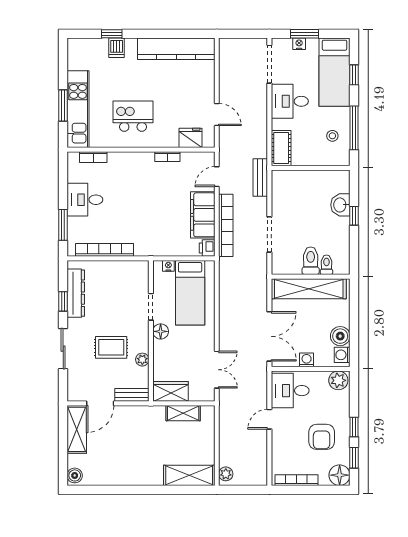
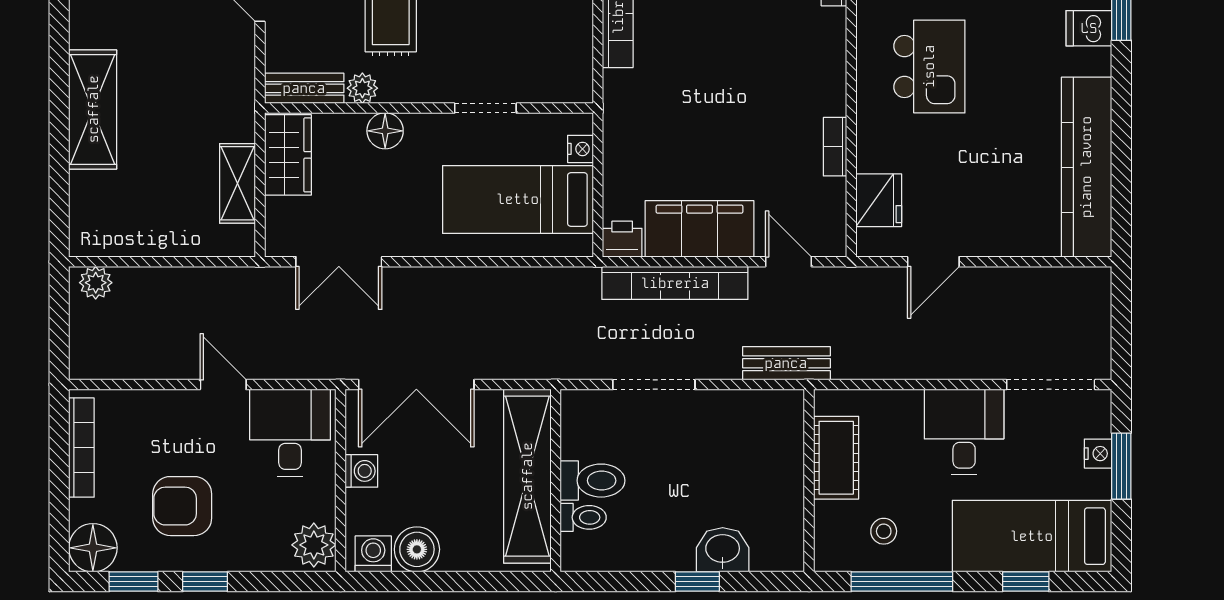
cot: (281, 148) -> (836, 458), moved, turned 90
floor lamp: (161, 331) -> (385, 131), moved
bench: (132, 395) -> (304, 88), moved, turned 90
shelving: (189, 475) -> (93, 109), moved

